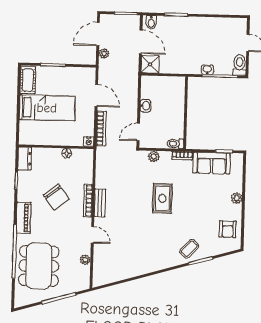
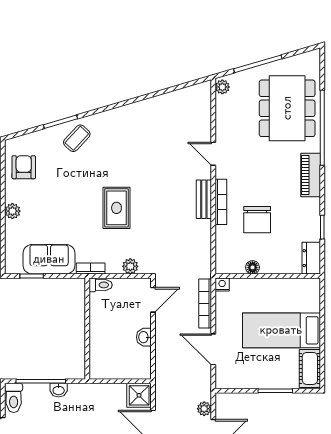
chair: (56, 197) -> (257, 220), moved, turned -143
plant: (85, 260) -> (222, 87), moved

